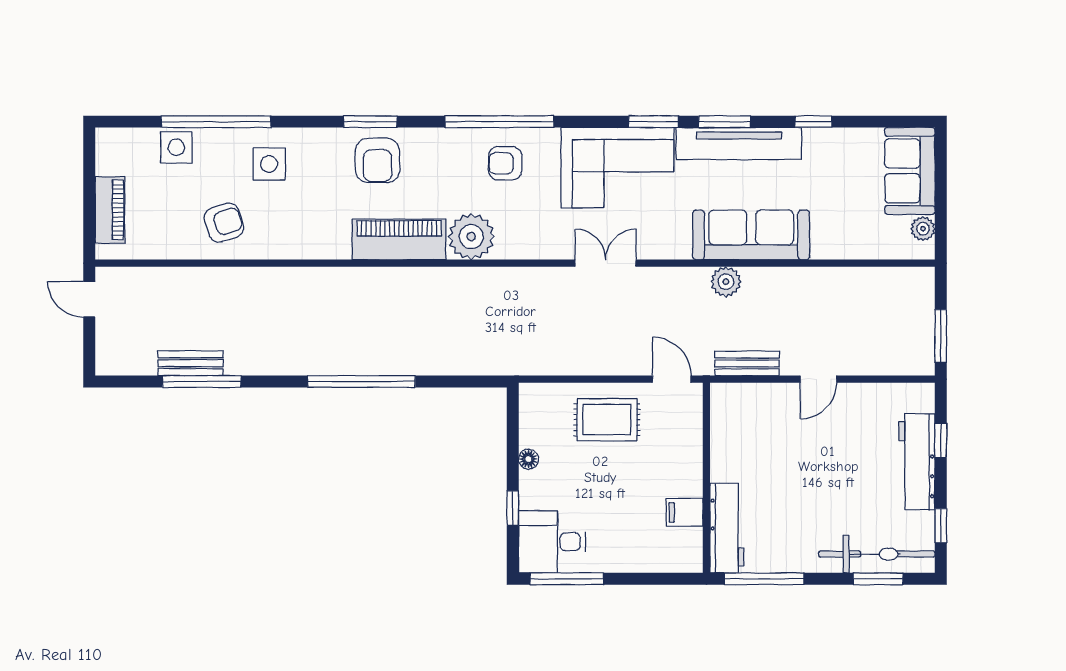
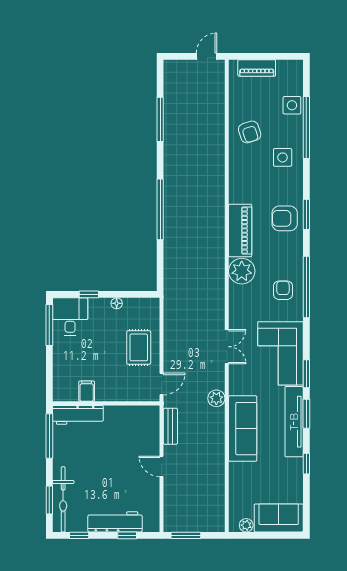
plant: (726, 282) -> (216, 398), moved
bench: (190, 363) -> (170, 113), removed

